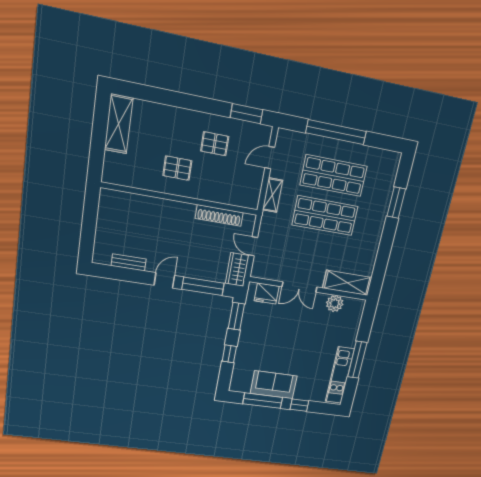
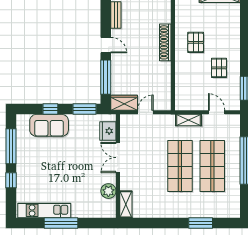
shoe rack: (219, 215) -> (165, 42), moved
shelving: (347, 283) -> (126, 204), width x0.67, depth x0.75
sofa: (274, 385) -> (49, 125), moved, turned 90

